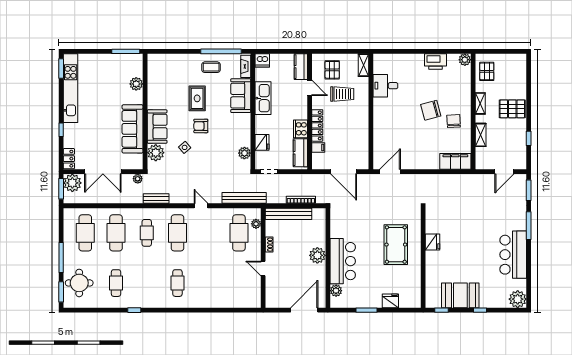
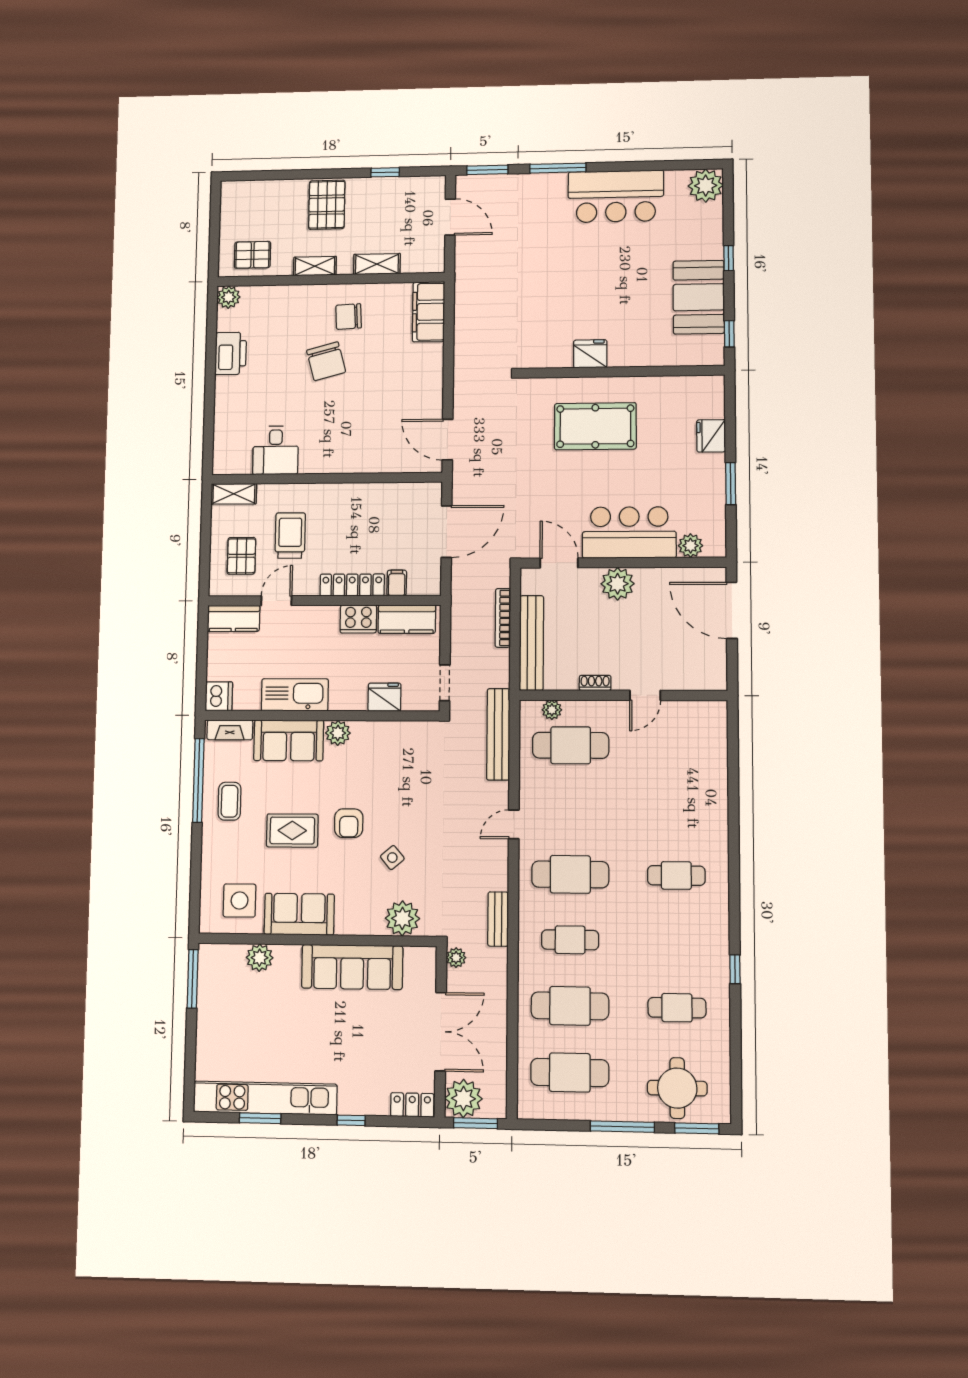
window: (61, 69) -> (260, 1118), moved
pallet: (332, 70) -> (241, 556), turned 90
side table: (163, 73) -> (240, 900), added
sofa: (157, 127) -> (299, 914), moved
plant: (244, 153) -> (338, 733), moved
door: (328, 227) -> (559, 563), added

